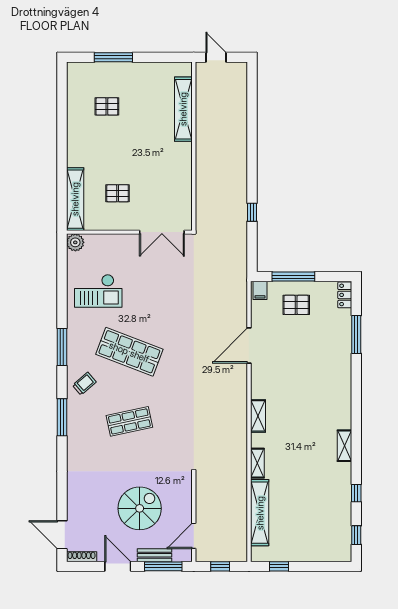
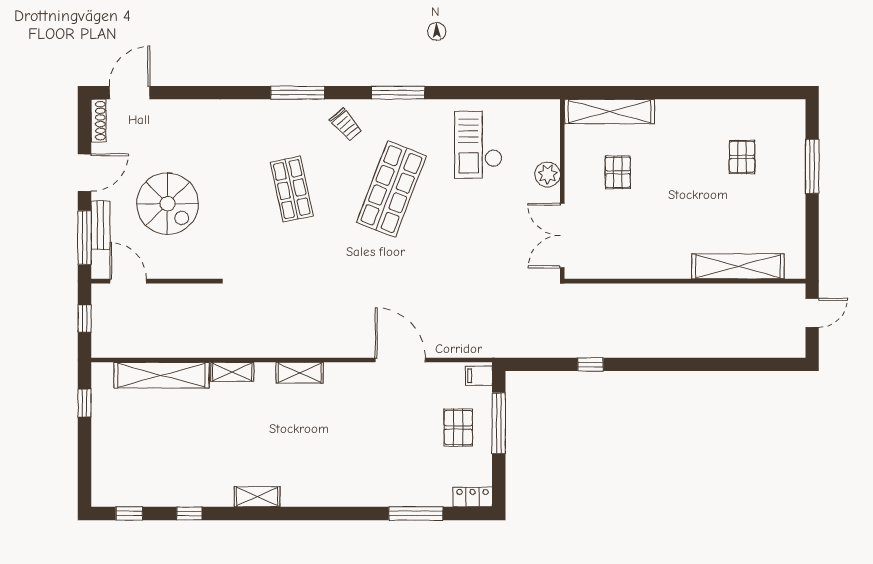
plant: (75, 242) -> (548, 174), moved

